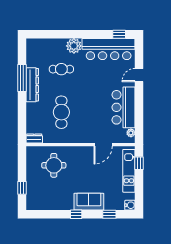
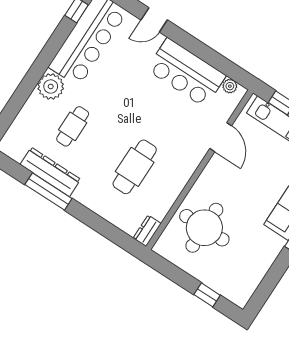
door: (139, 75) -> (154, 20), hinge flipped
dresser: (32, 85) -> (50, 172), moved
cafe table: (61, 112) -> (135, 167), turned 90
round table: (54, 165) -> (204, 228), width x1.36, depth x1.36

